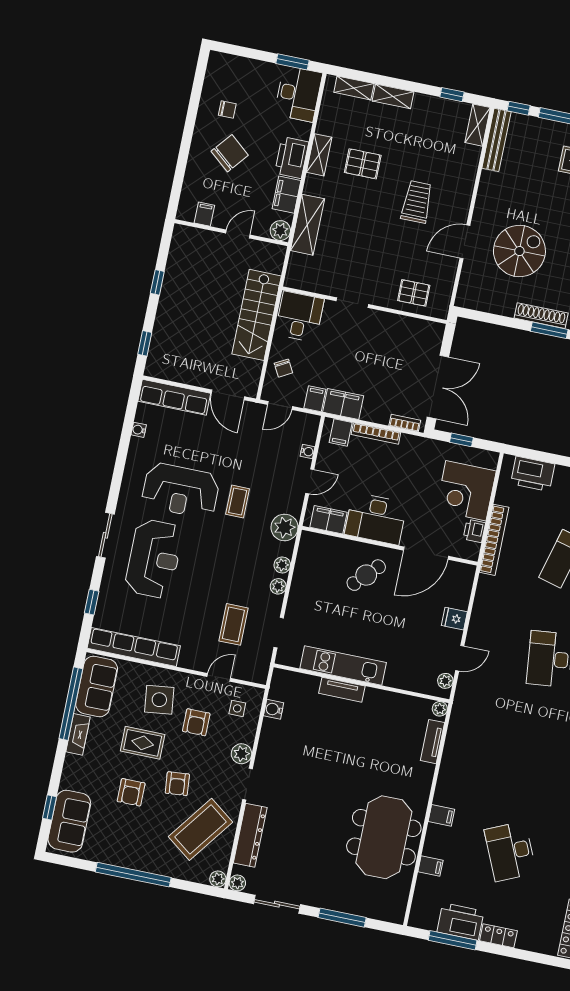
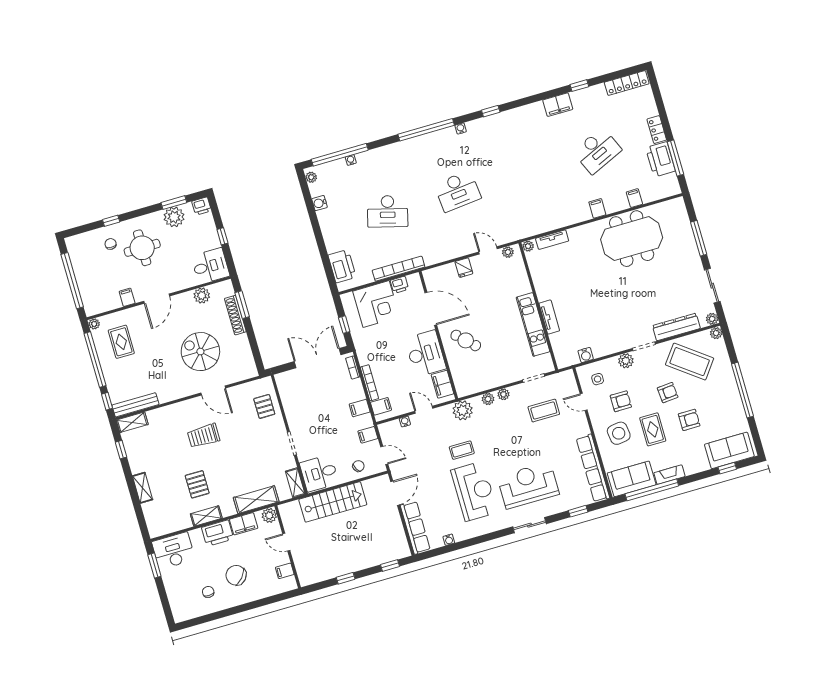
shelving: (354, 88) -> (295, 483), moved
filing cabinet: (343, 404) -> (360, 408), width x0.50

